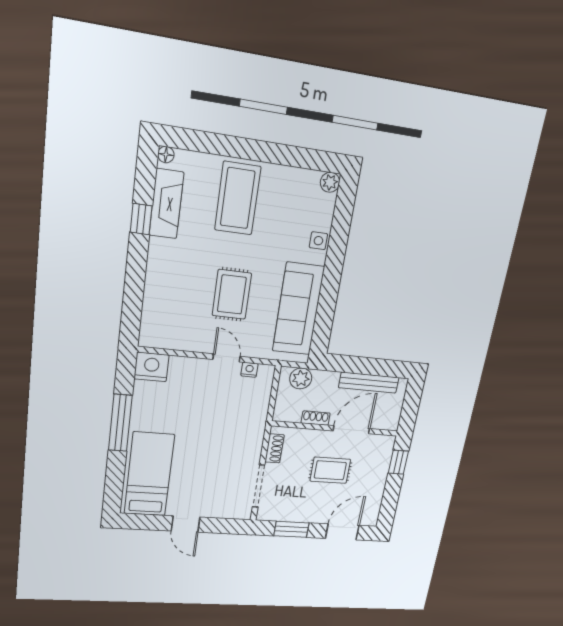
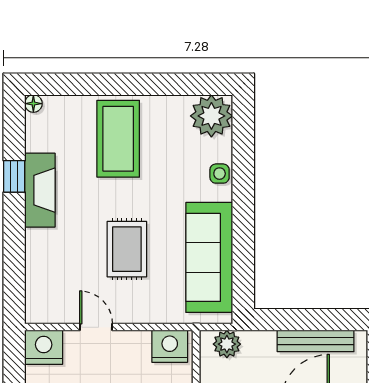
plant: (330, 182) -> (211, 116), width x1.88, depth x1.88
fireplace: (166, 204) -> (40, 190), moved
door: (227, 358) -> (96, 327), moved
nightstand: (249, 370) -> (170, 346), width x1.89, depth x1.79

